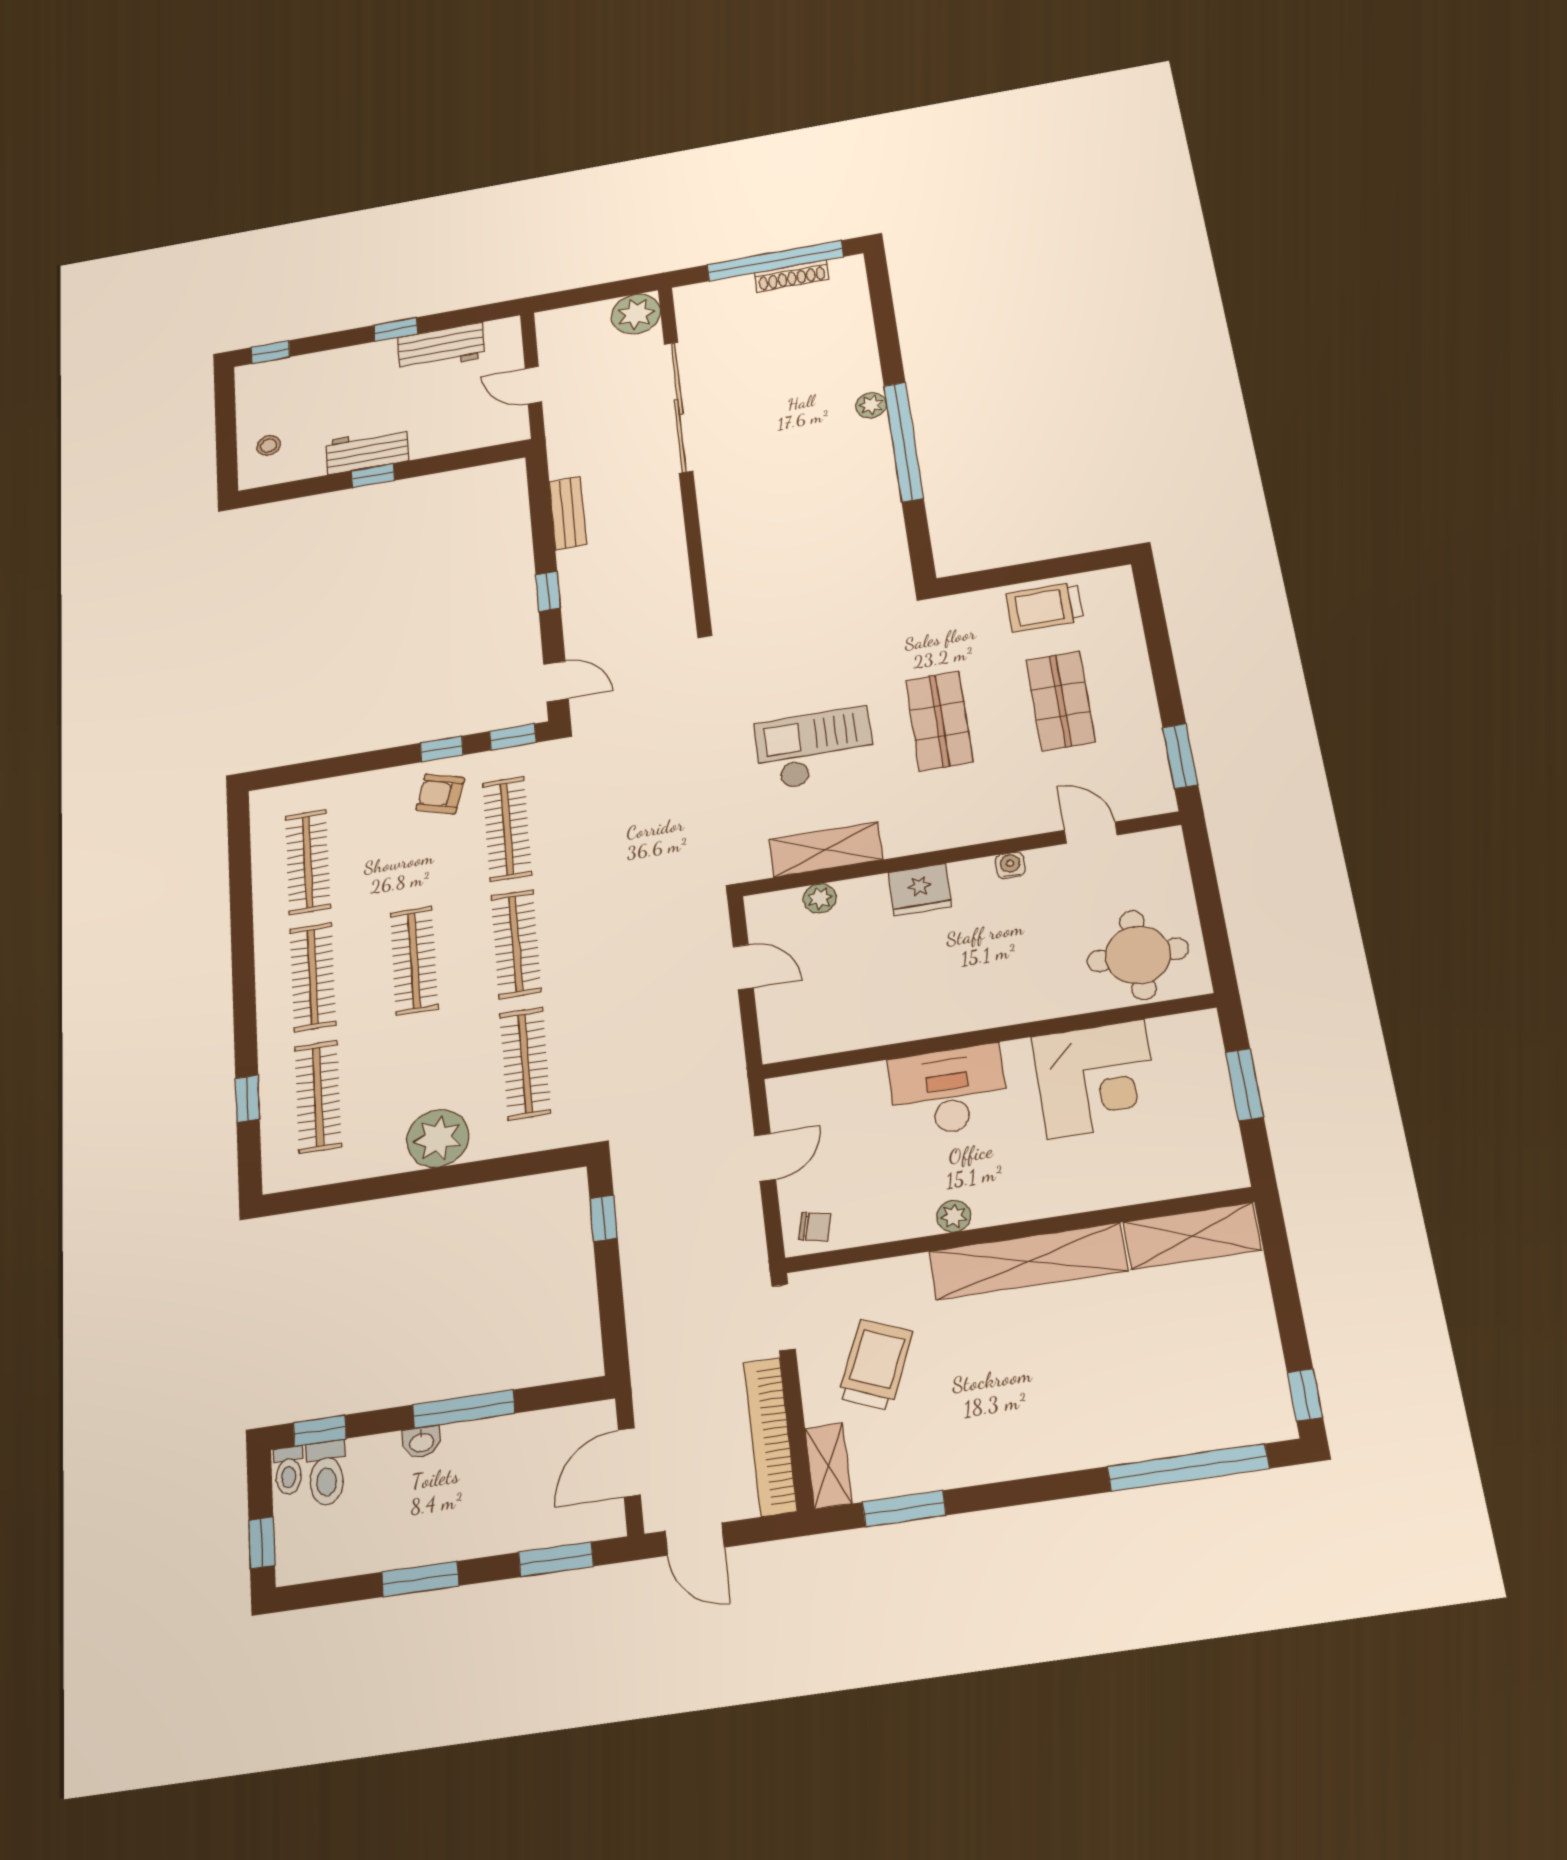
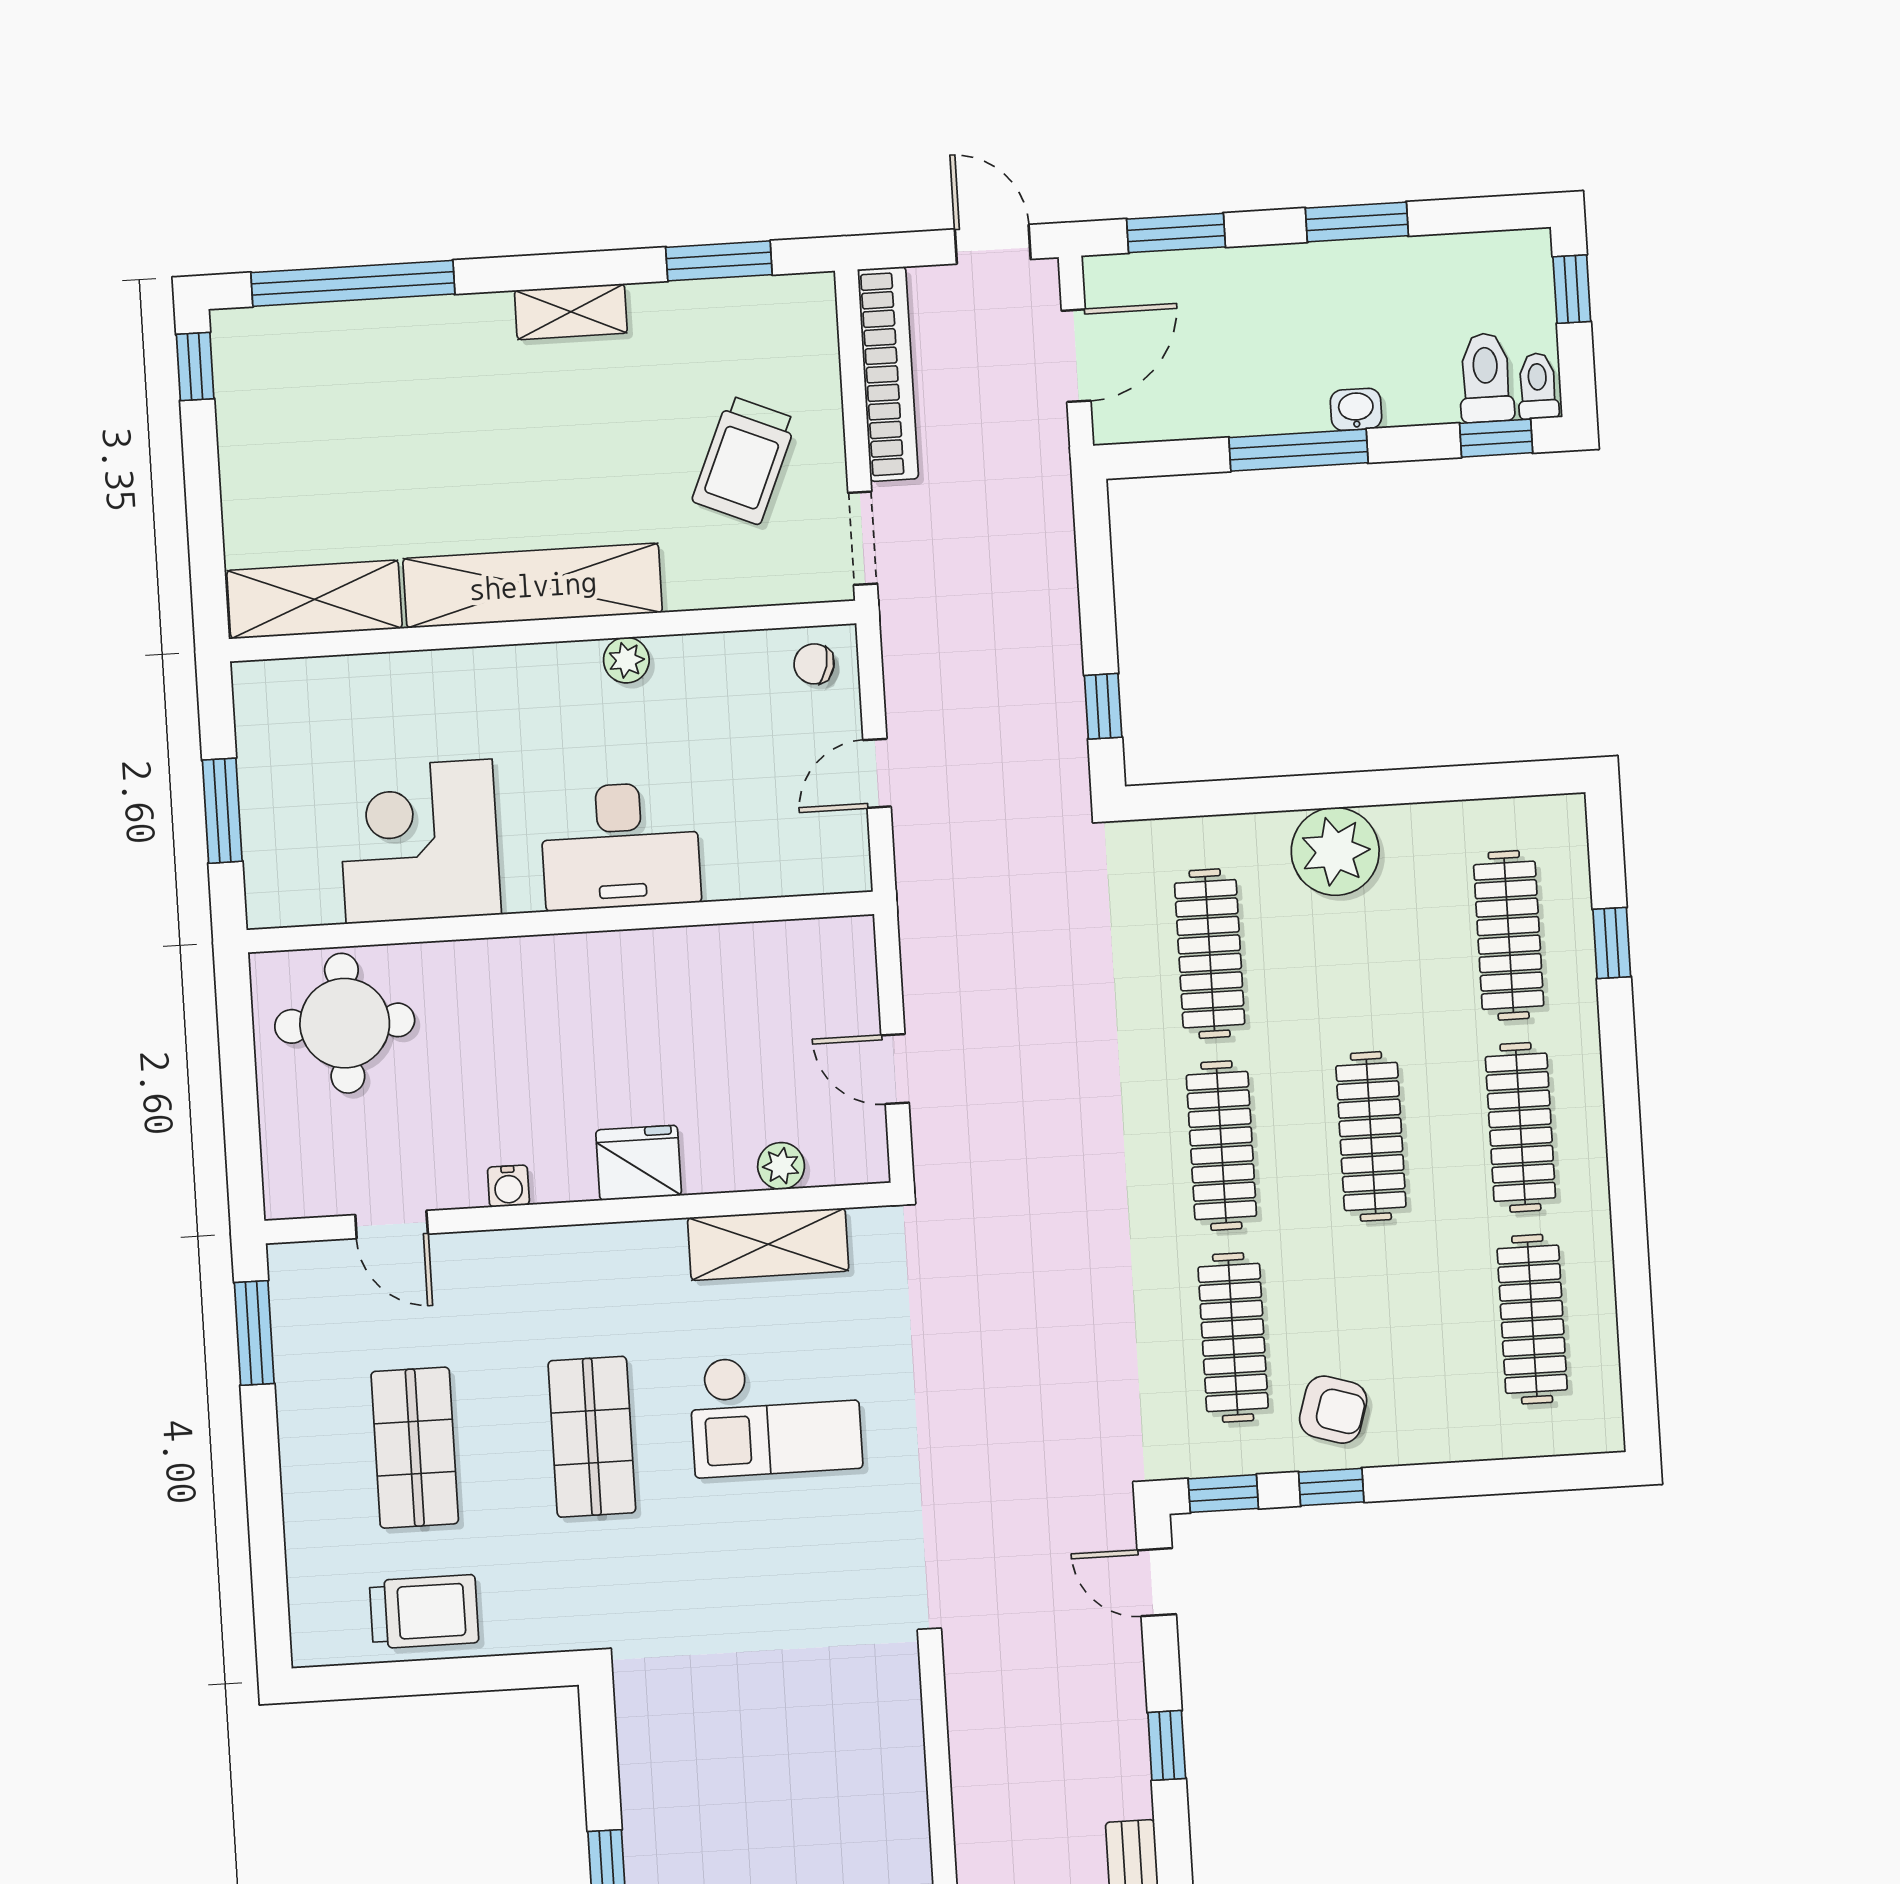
shelving: (829, 1466) -> (571, 312), moved, turned 90

